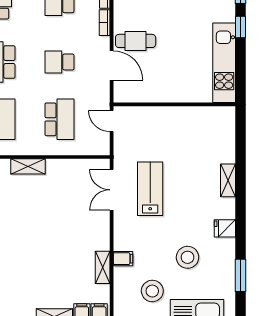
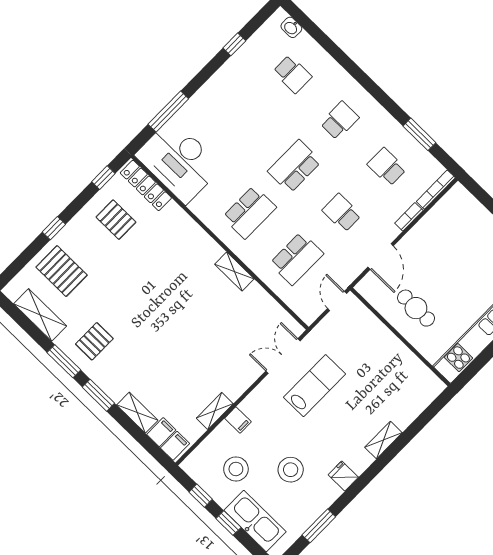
cafe table: (136, 41) -> (416, 308), moved

